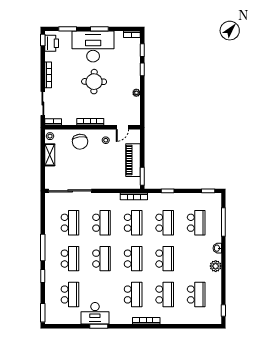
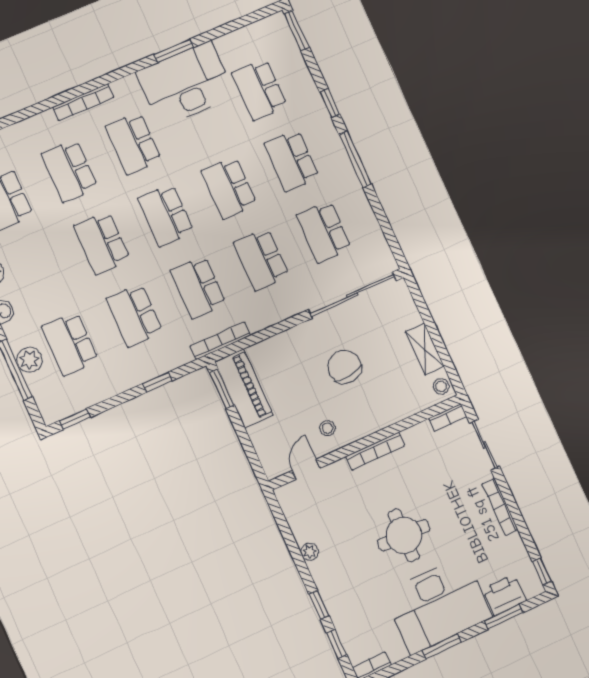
printer: (52, 43) -> (504, 595), moved, turned 90
chair: (80, 142) -> (345, 367), moved
piano: (133, 160) -> (244, 388), moved
plant: (216, 223) -> (29, 360), added
desk: (95, 313) -> (186, 84), width x1.36, depth x1.30

